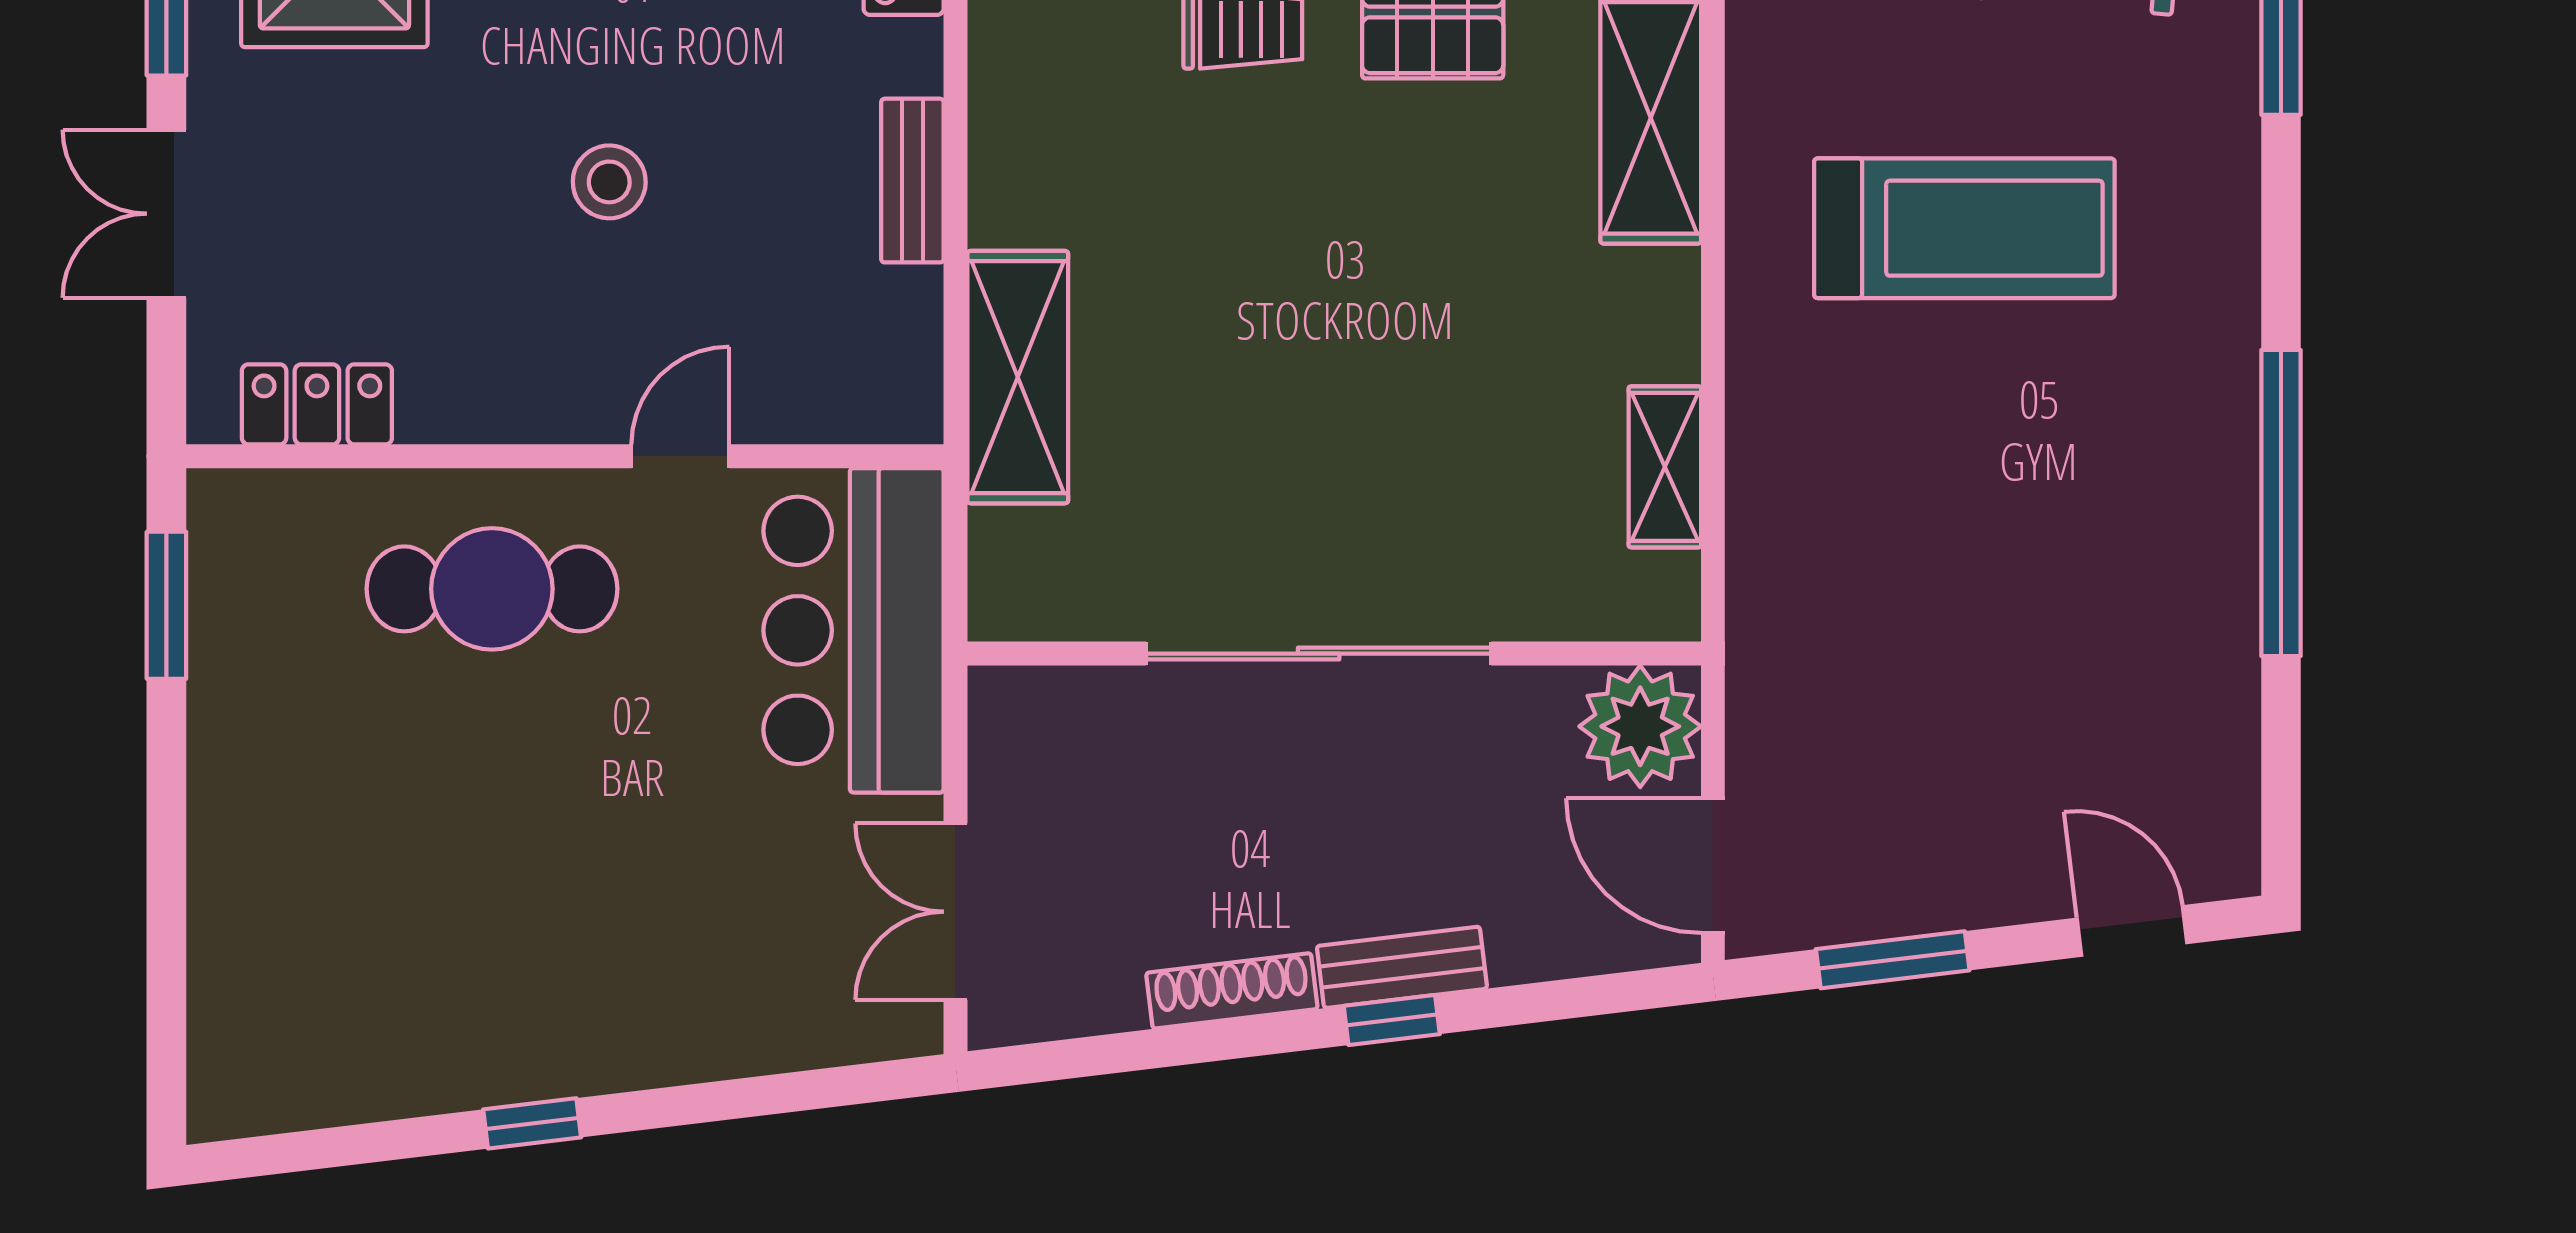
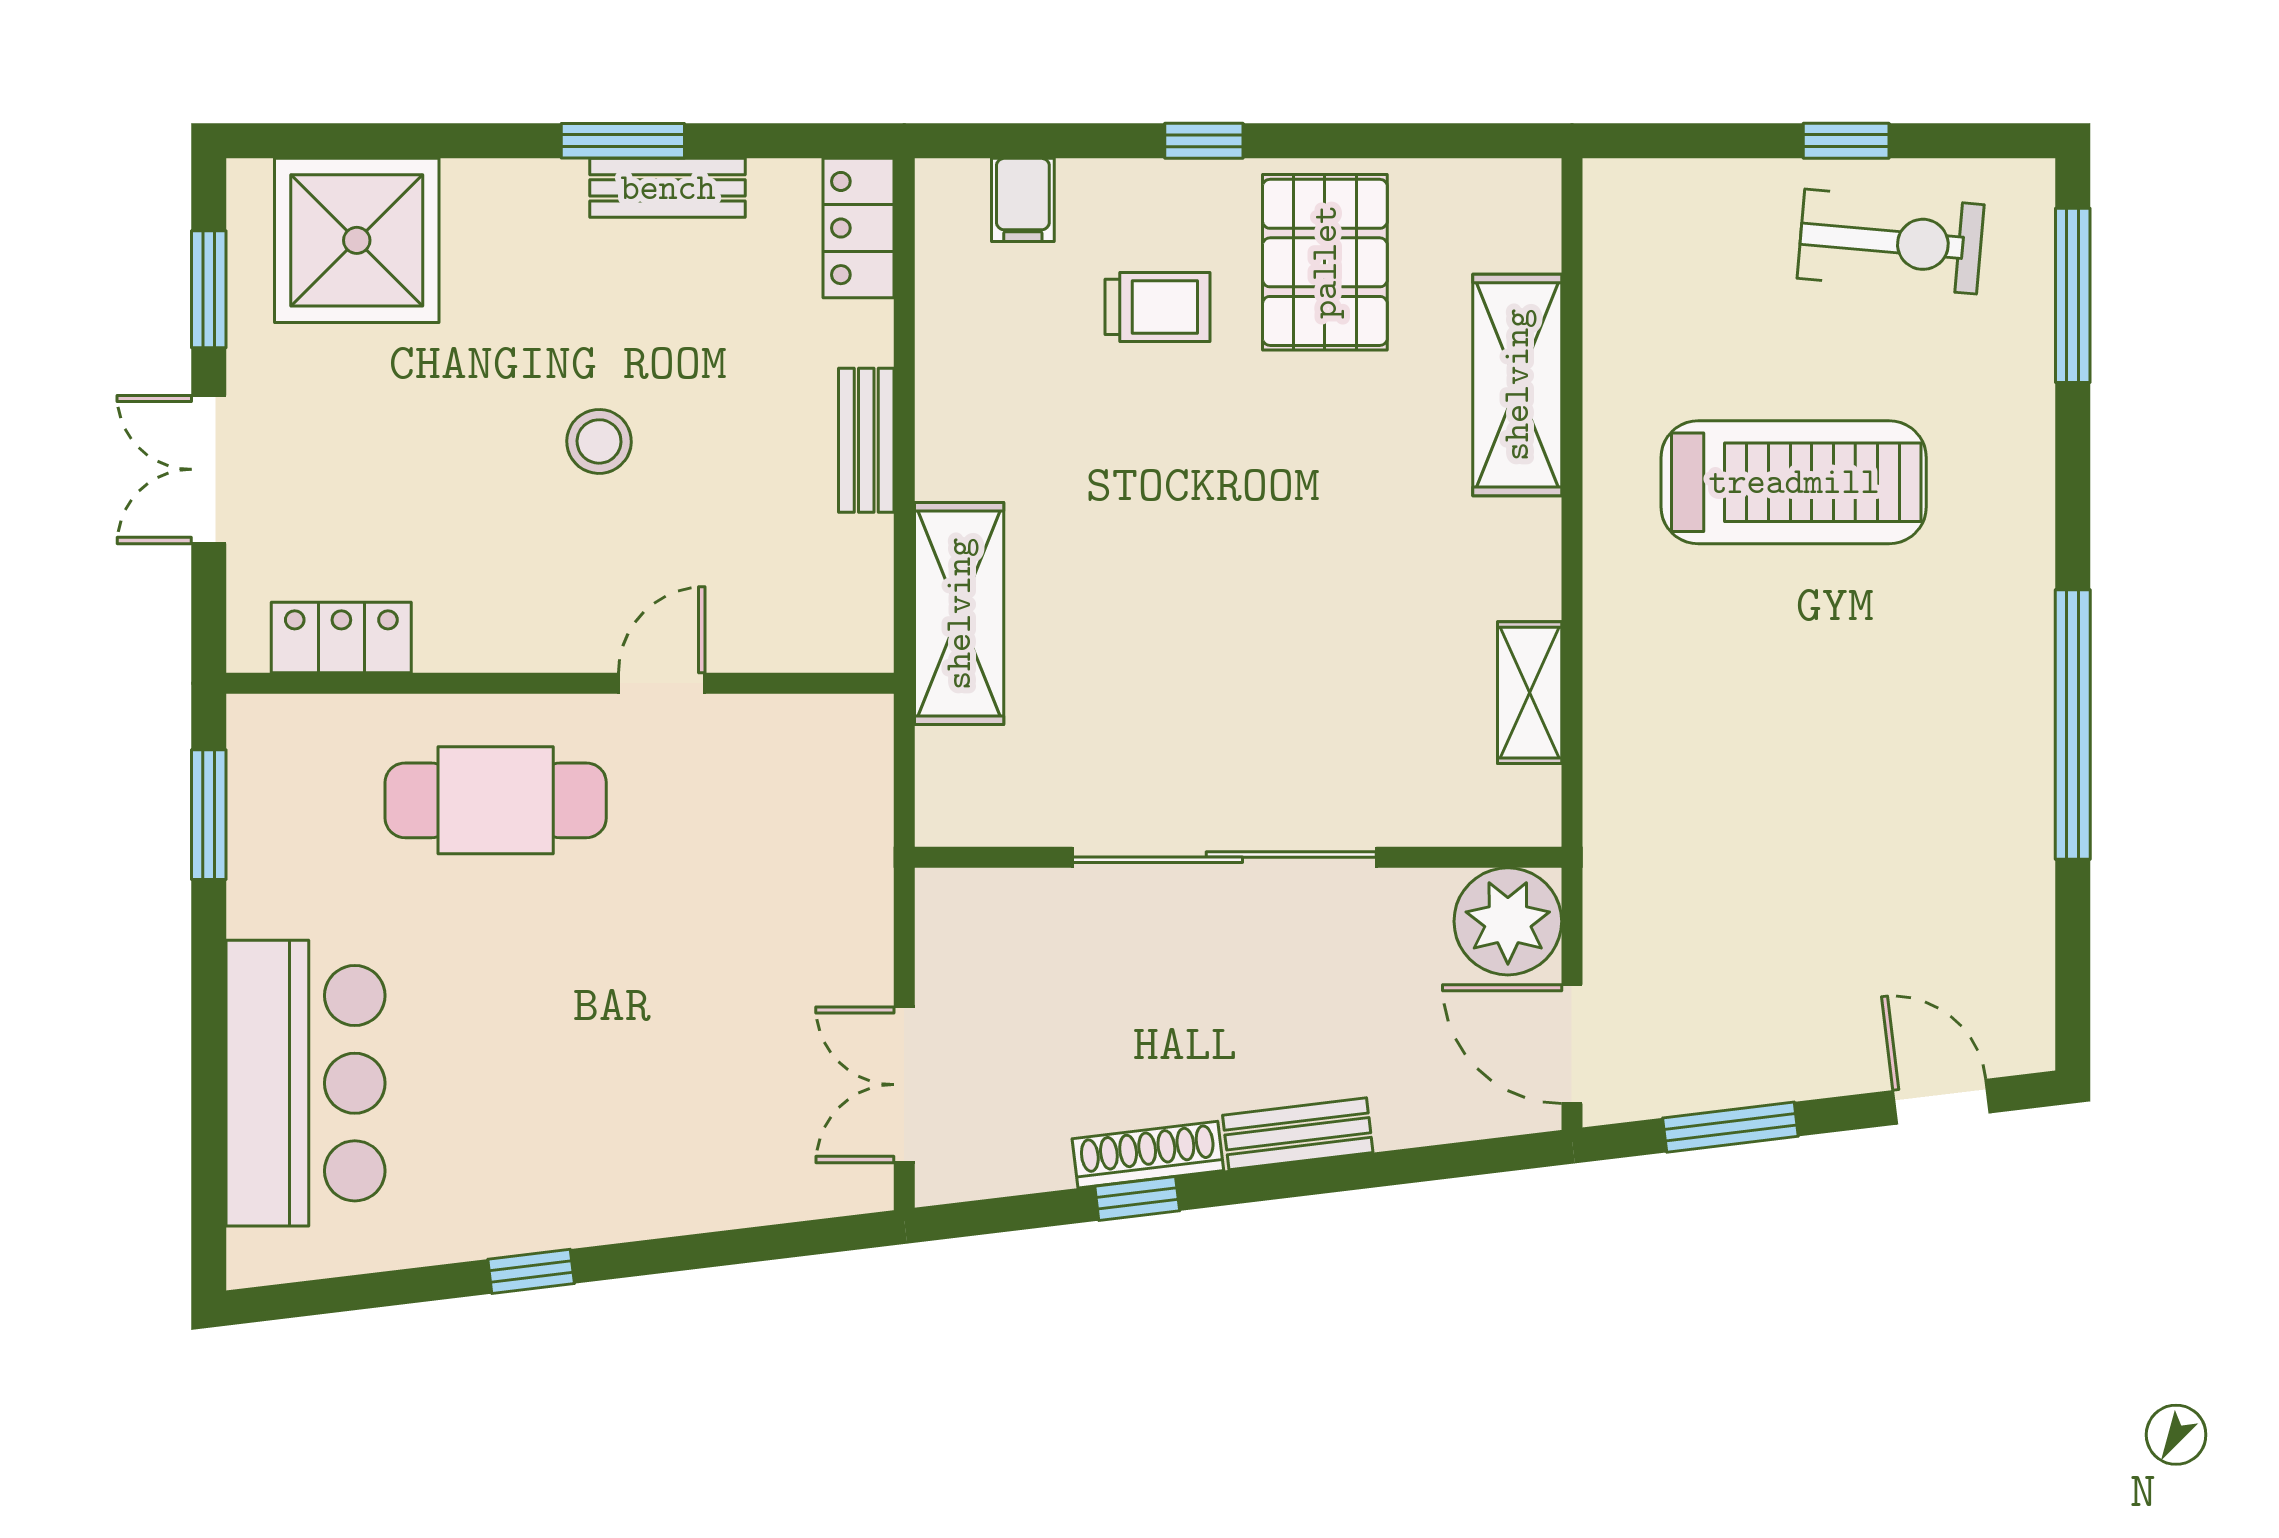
bar counter: (854, 630) -> (306, 1083), moved, turned 180
window: (1392, 1020) -> (1137, 1198), moved

